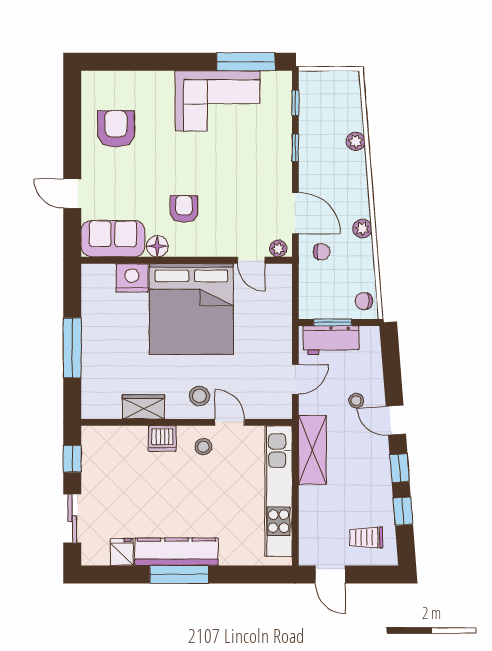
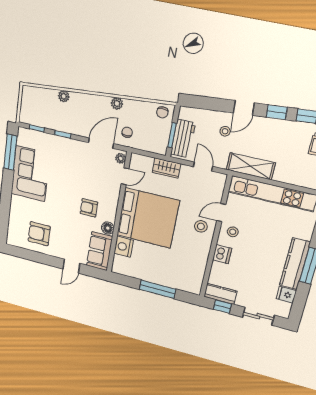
wardrobe: (143, 407) -> (166, 168), moved, turned -90
kitchen counter: (94, 451) -> (220, 294), added

